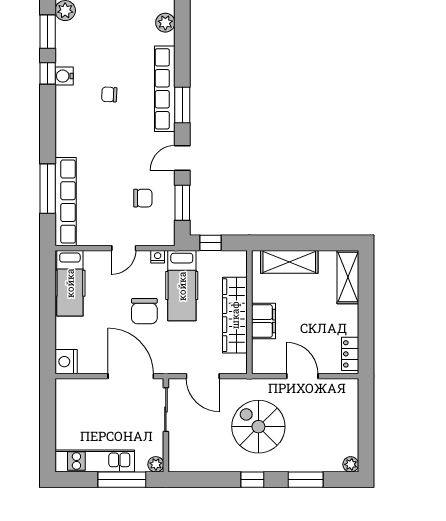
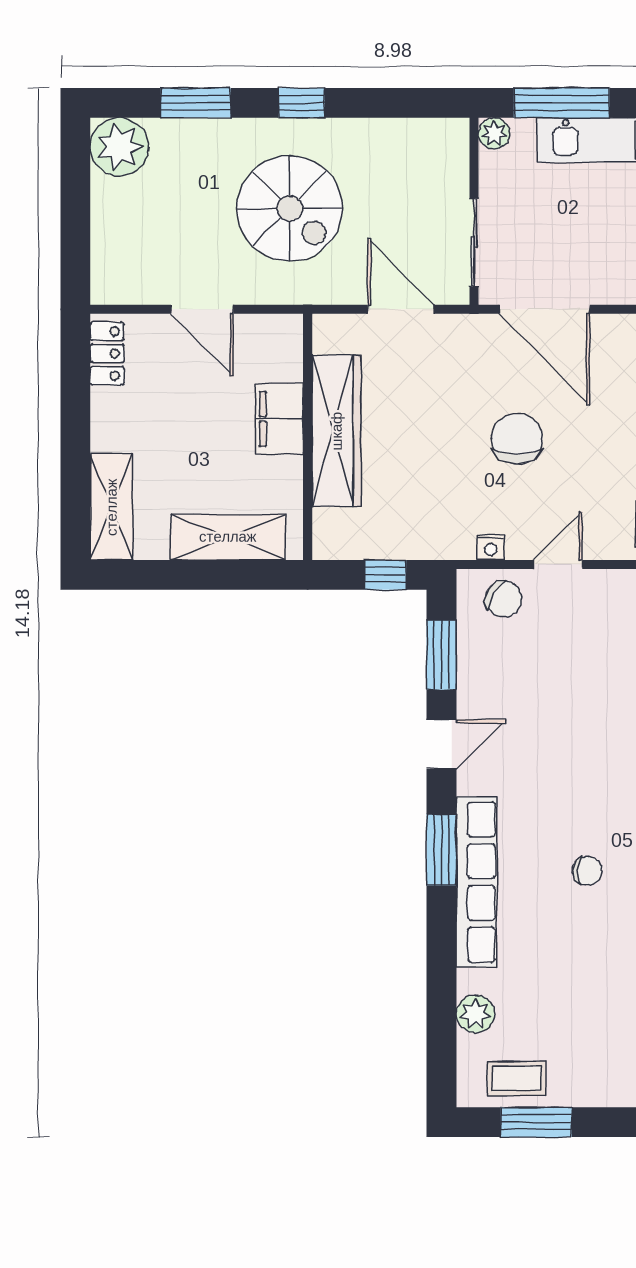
chair: (143, 198) -> (504, 599), moved, turned -149
hospital bed: (182, 286) -> (442, 490), removed
plant: (351, 464) -> (119, 147), width x1.88, depth x1.88

